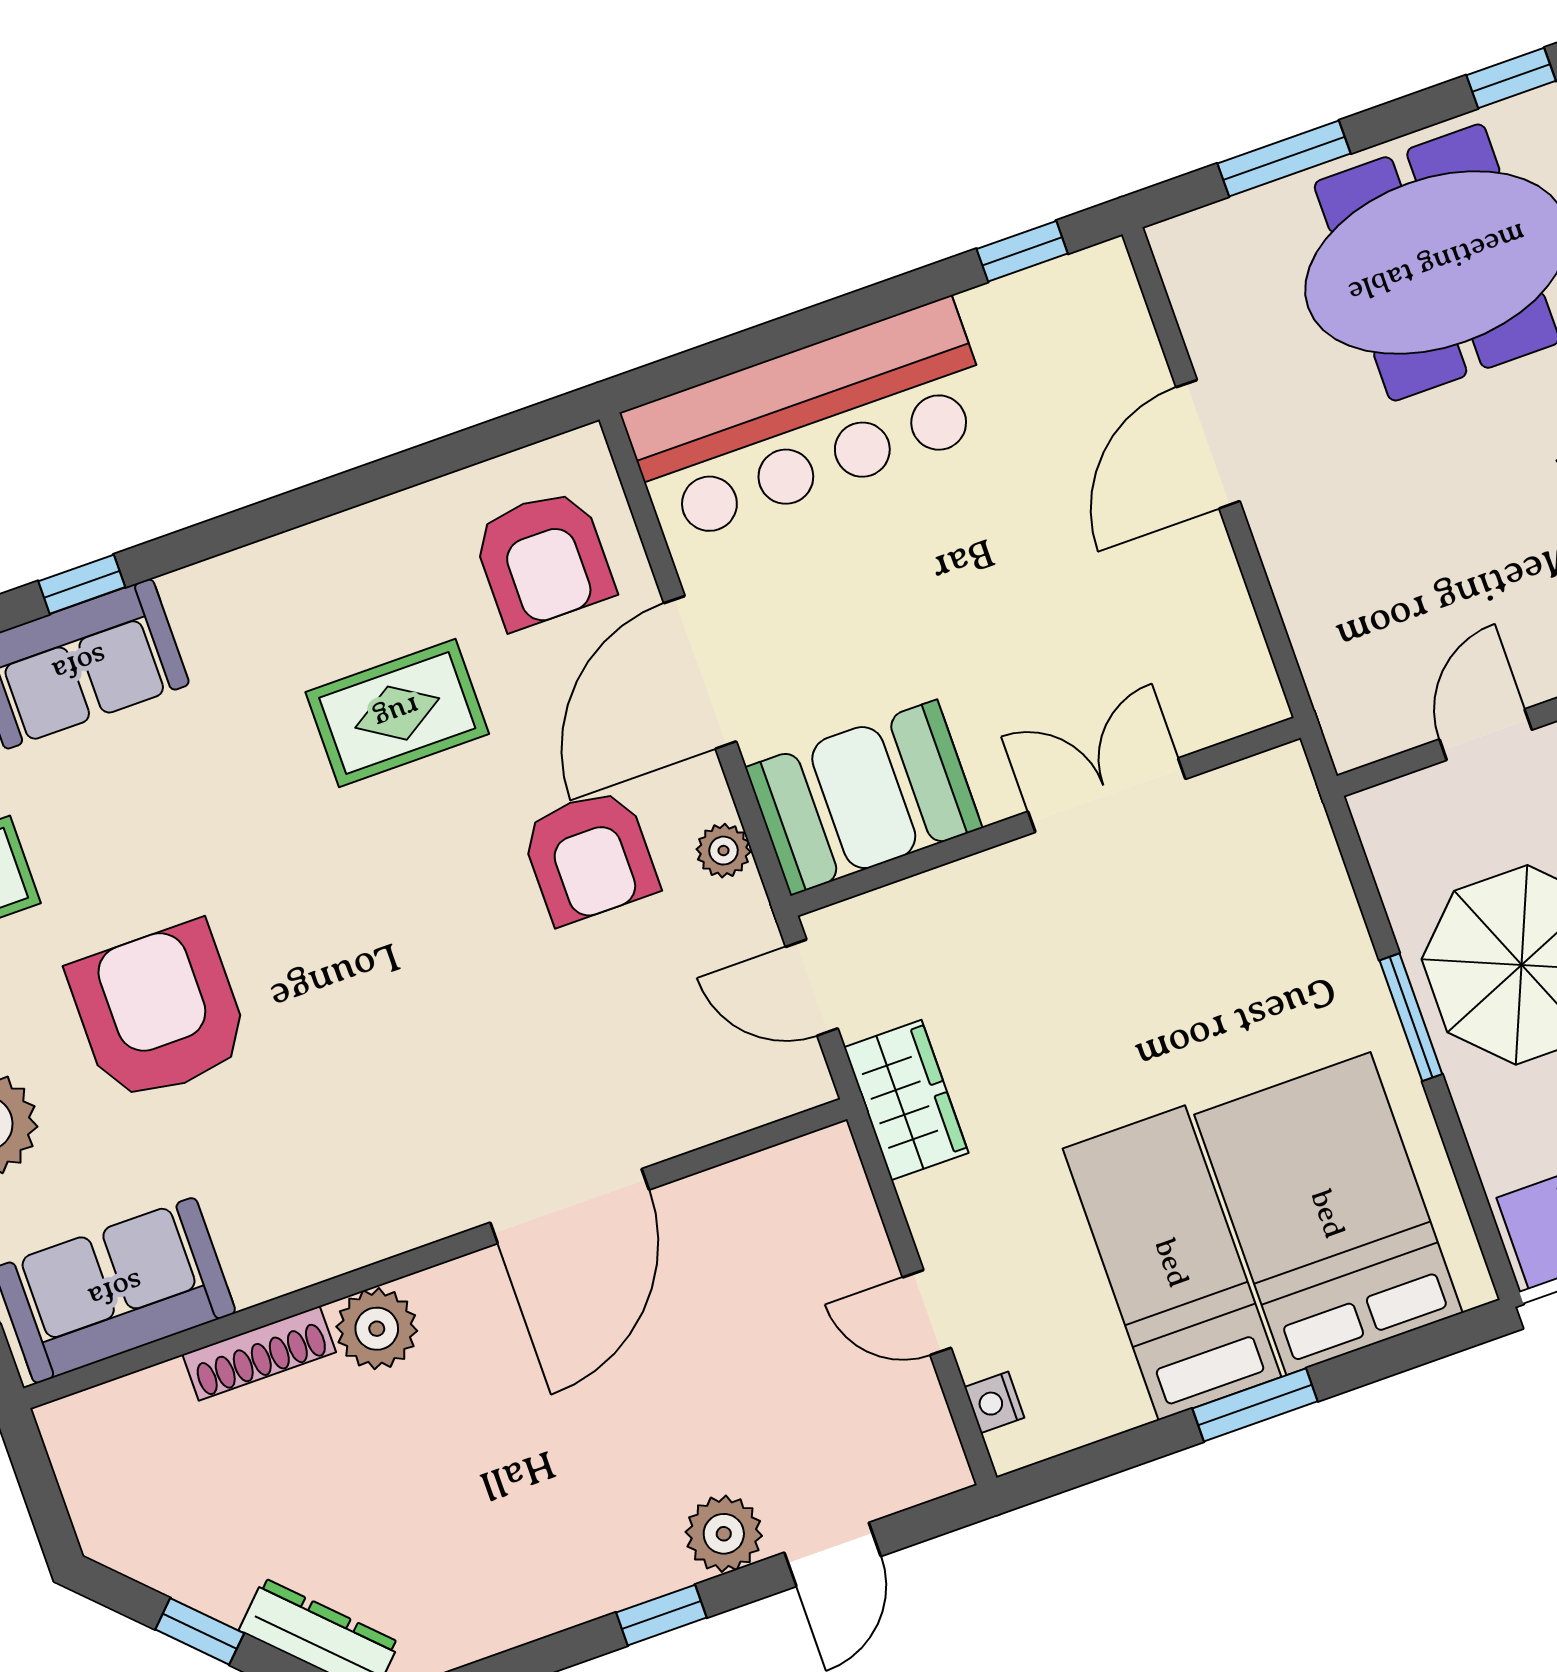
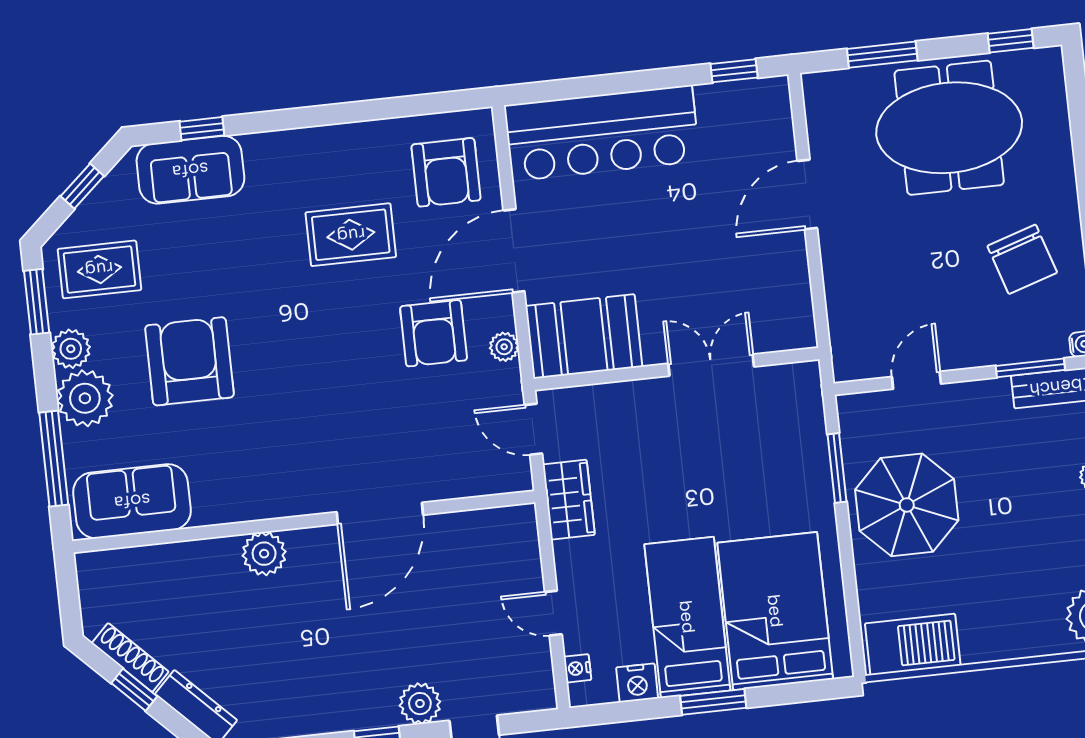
window: (1411, 1017) -> (837, 468), moved
shoe rack: (259, 1353) -> (130, 657), moved, turned -135
nightstand: (1109, 1403) -> (637, 683), added

